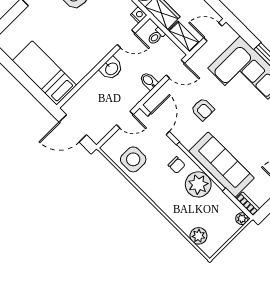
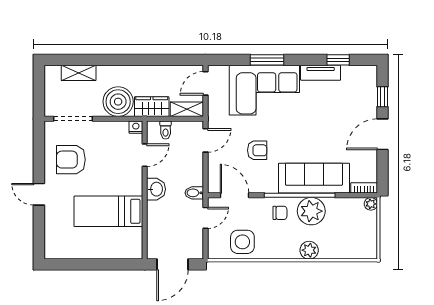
bed: (44, 73) -> (108, 211), moved
bidet: (149, 81) -> (194, 193), moved
plant: (198, 236) -> (309, 250), moved

